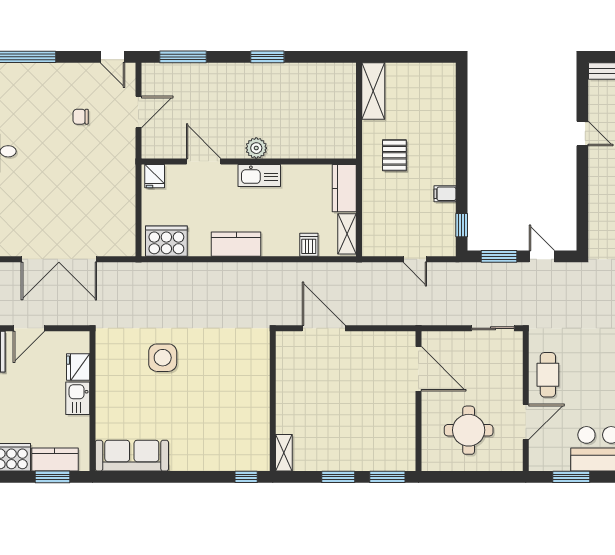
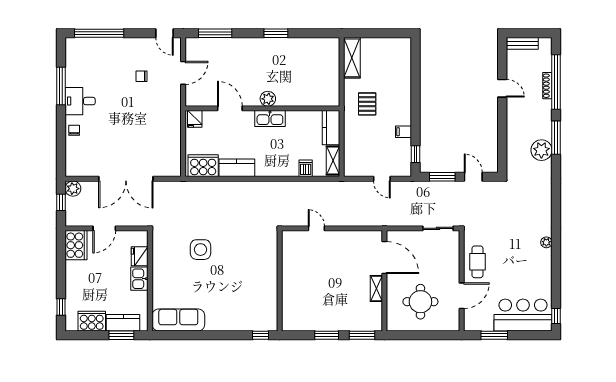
kitchen counter: (236, 244) -> (237, 168), moved
door: (324, 328) -> (316, 228), width x0.53
shelving: (284, 453) -> (376, 289), moved

